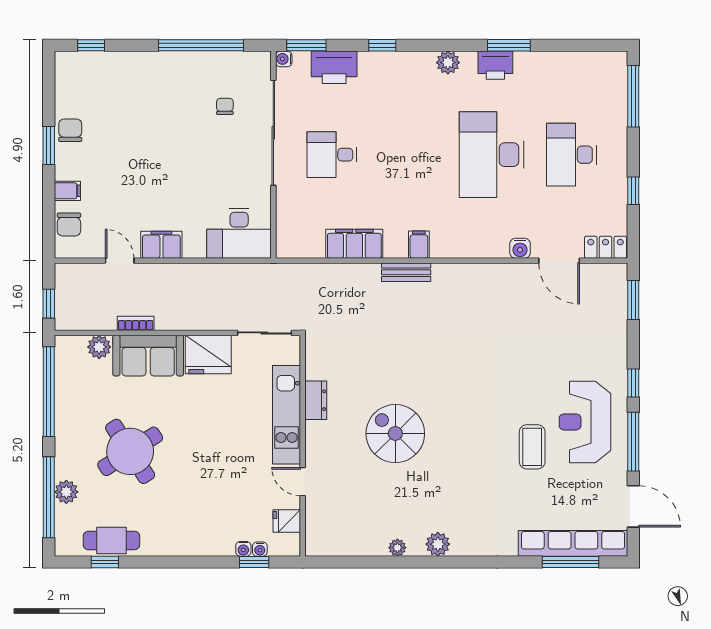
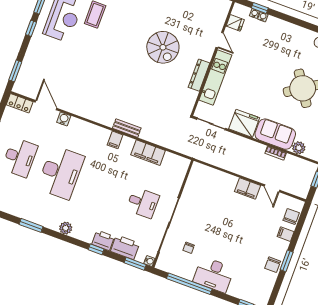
printer: (495, 65) -> (103, 240), moved
desk: (239, 233) -> (214, 275), moved, turned 180
dresser: (316, 400) -> (199, 75), width x1.44

